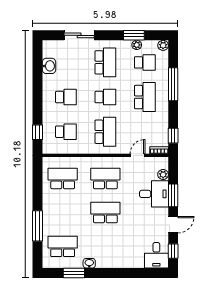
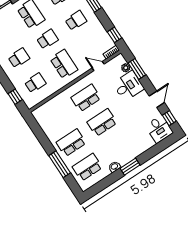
school desk: (145, 97) -> (76, 20), width x0.54
door: (138, 155) -> (98, 66), hinge flipped
school desk: (63, 178) -> (71, 143), moved
window: (173, 195) -> (137, 69), moved
window: (74, 273) -> (130, 167), moved

